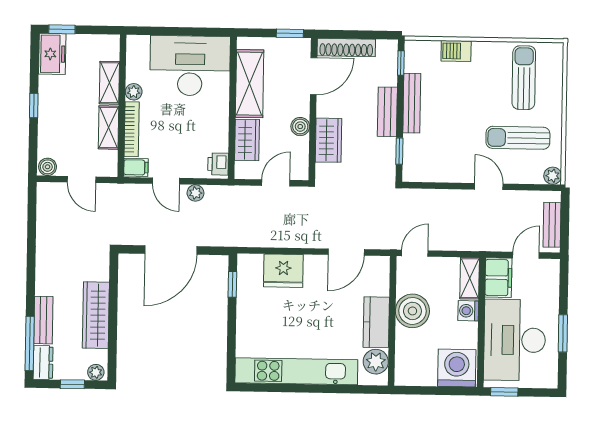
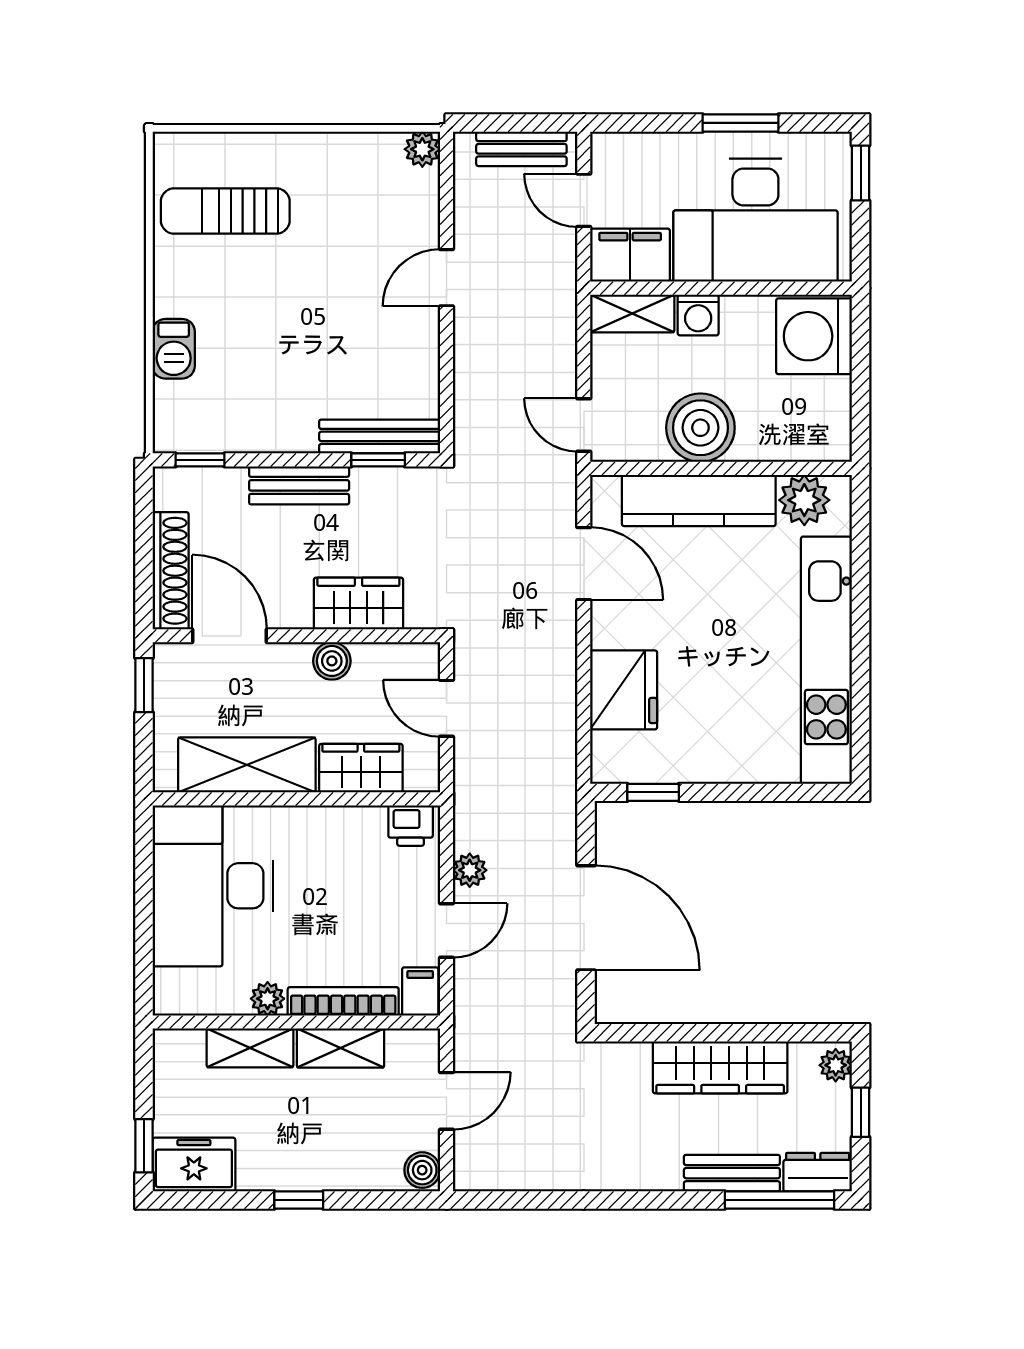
bench: (412, 103) -> (380, 436), moved
sun lounger: (518, 138) -> (347, 221), removed
kitchen counter: (376, 322) -> (699, 500), width x1.50
window: (504, 392) -> (861, 173), moved

